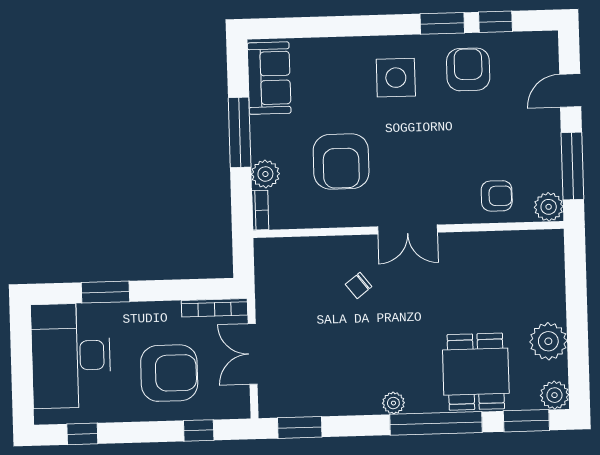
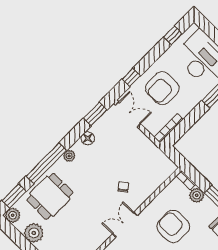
double door: (253, 354) -> (128, 114), moved
dining table: (476, 372) -> (50, 196), turned 90
floor lamp: (343, 403) -> (88, 138), added

